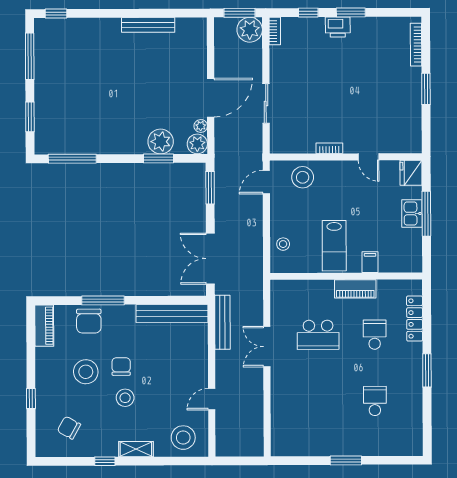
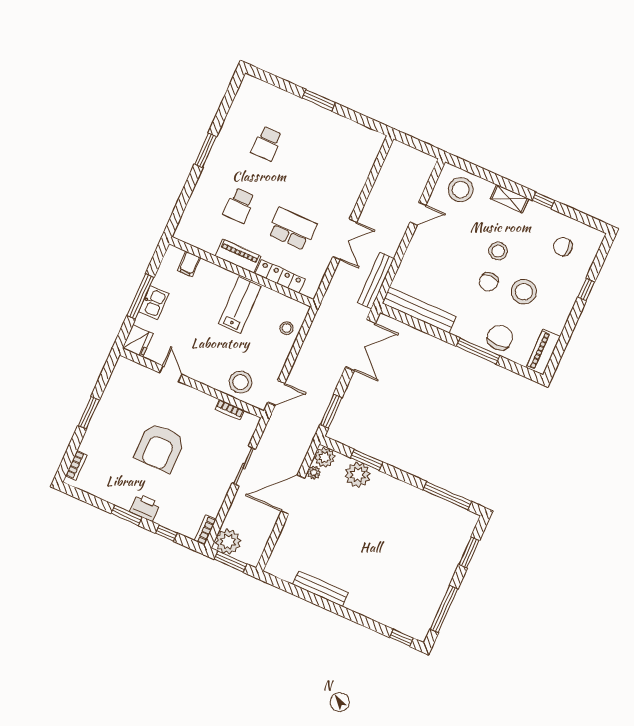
bookcase: (416, 45) -> (76, 465), width x0.64
armchair: (348, 87) -> (160, 447), added
bookcase: (329, 148) -> (230, 410), moved
filing cabinet: (370, 262) -> (189, 264), moved
locker: (415, 318) -> (280, 276), moved, turned -90
chair: (69, 428) -> (563, 247), turned 151

